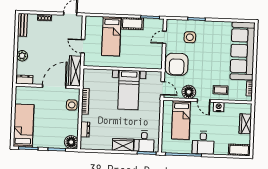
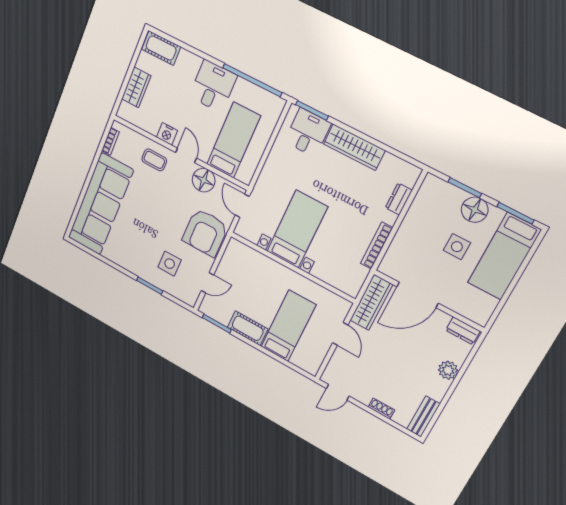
armchair: (177, 64) -> (205, 233), turned 180
side table: (72, 105) -> (457, 247), moved
floor lamp: (71, 142) -> (475, 210), moved
wardrobe: (123, 145) -> (354, 147), width x1.50

